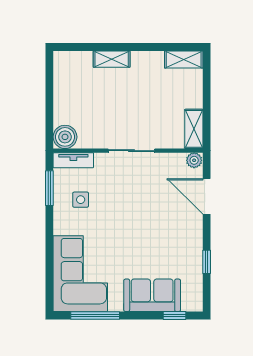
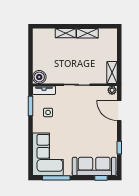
shelving: (184, 59) -> (87, 33), moved
sofa: (152, 295) -> (94, 166), width x1.36

